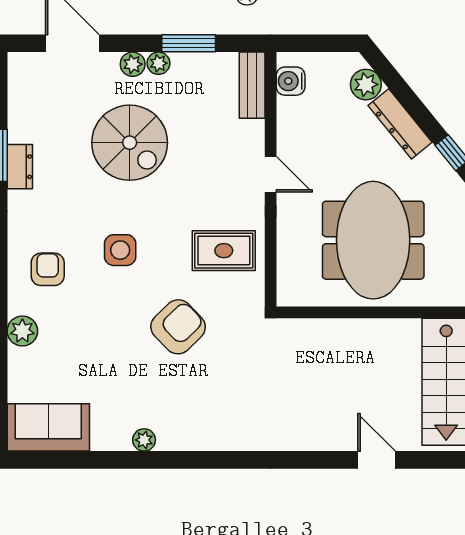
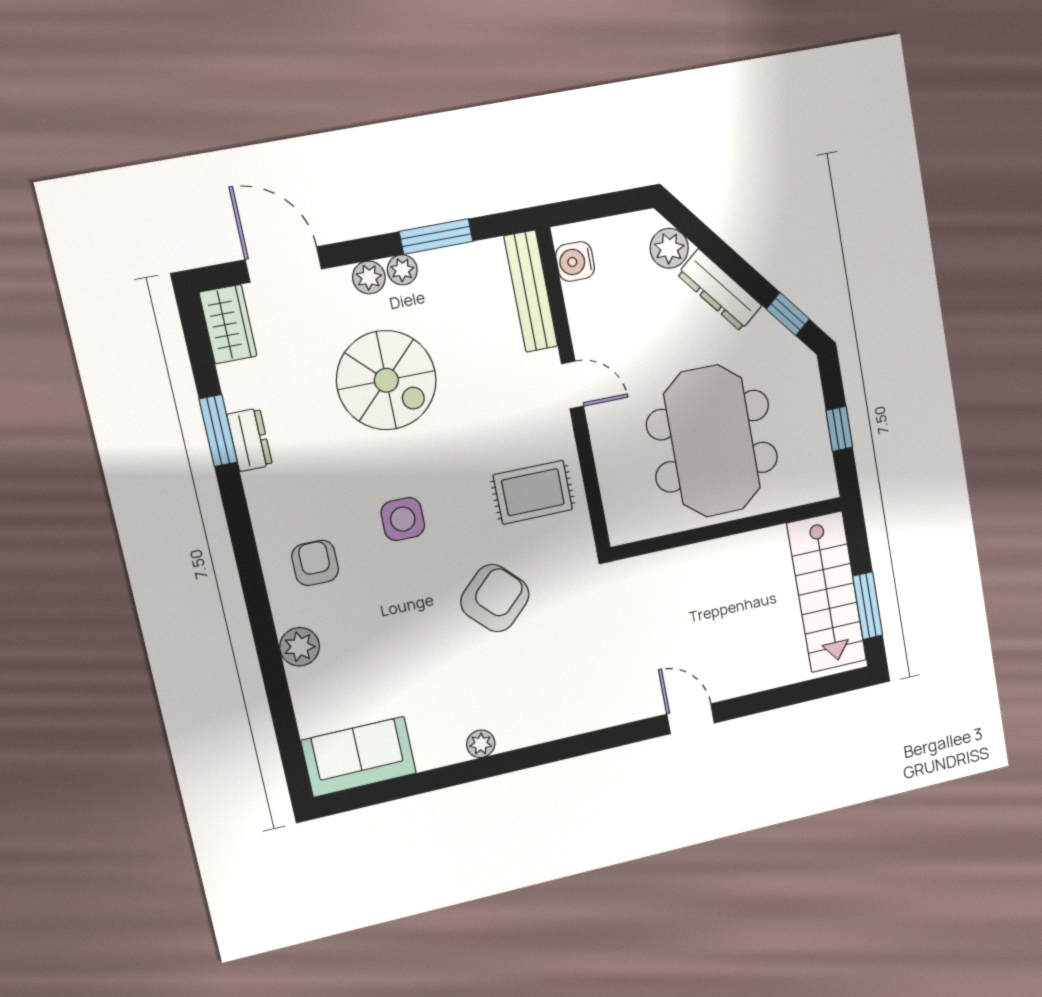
wardrobe: (23, 79) -> (228, 324), added
bench: (252, 85) -> (531, 291), width x1.36
door: (377, 460) -> (691, 719), moved

